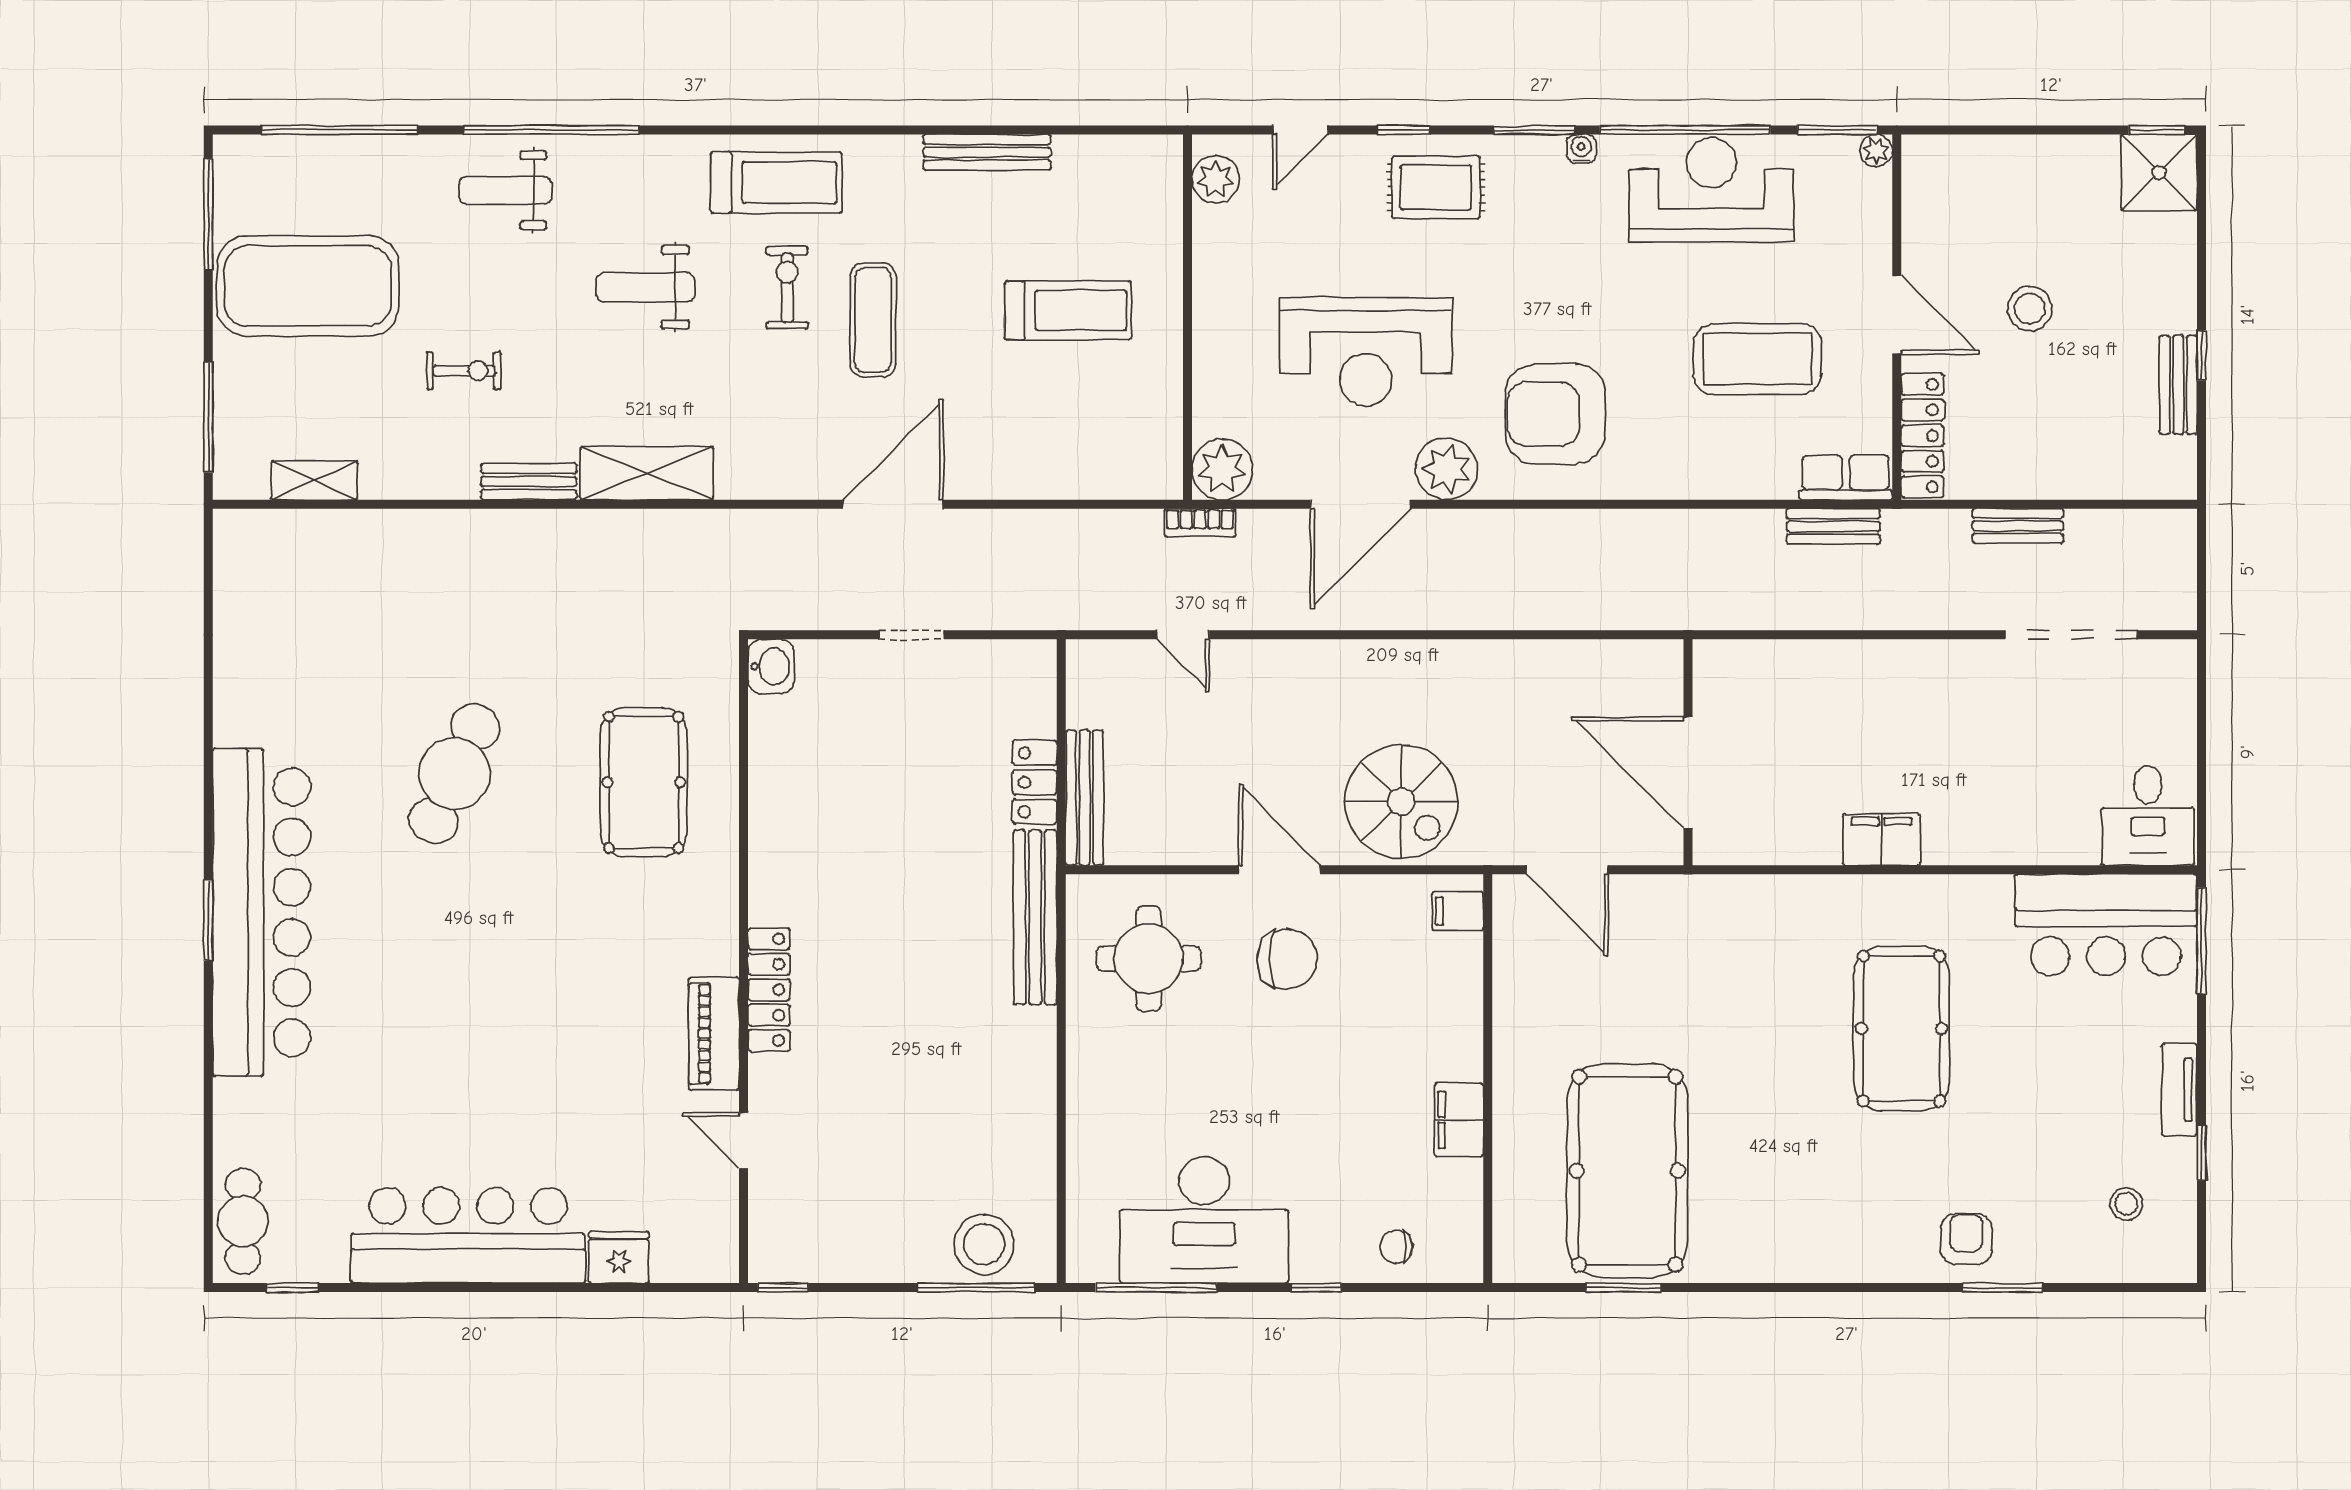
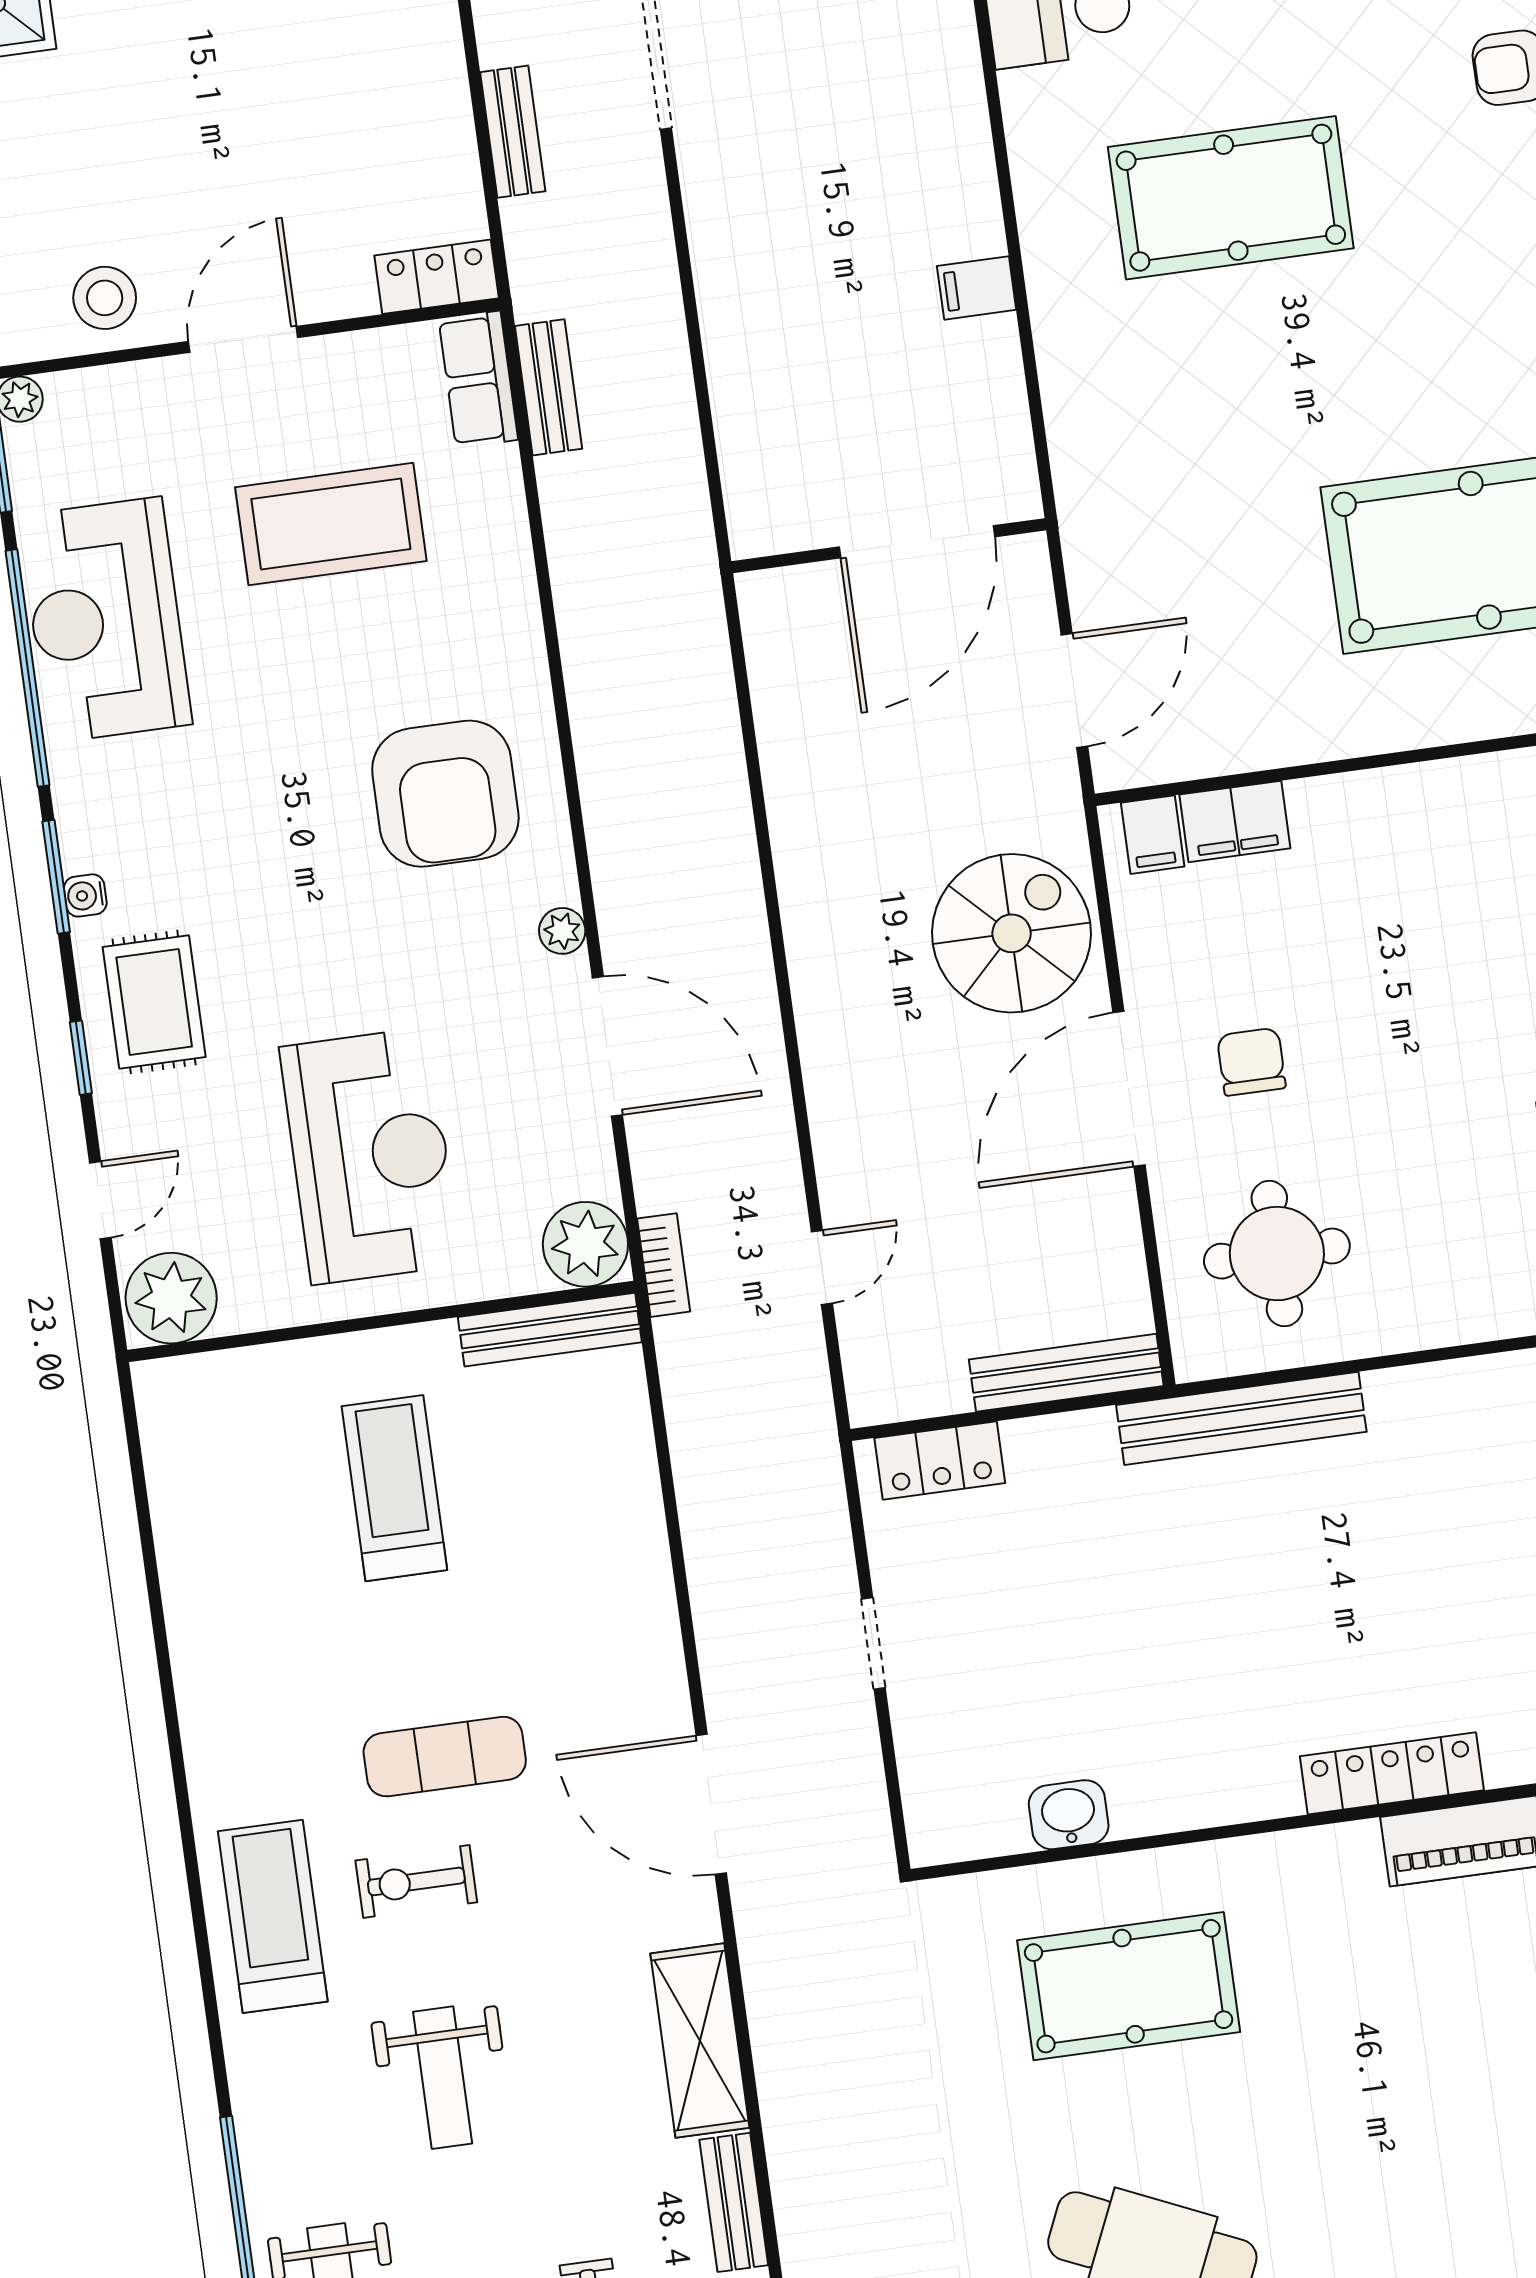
door: (1301, 130) -> (100, 1200), hinge flipped
water cooler: (1581, 149) -> (85, 895), moved
bench: (987, 152) -> (550, 1330), moved, turned 90
plant: (1216, 179) -> (171, 1298), width x1.36, depth x1.36
stool: (2030, 309) -> (105, 298), moved
reception desk: (1366, 352) -> (370, 1156), moved
coffee table: (1757, 359) -> (331, 524), turned 90
locker: (1922, 436) -> (437, 277), width x0.66
plant: (1447, 469) -> (562, 931), width x0.53, depth x0.53
door: (893, 504) -> (711, 1804), moved
washbasin: (771, 666) -> (1069, 1815), moved
locker: (1035, 782) -> (940, 1461), moved
filing cabinet: (1882, 840) -> (977, 288), width x0.50
door: (1280, 870) -> (1129, 1089), width x1.36
chair: (1287, 959) -> (1251, 1062), width x0.73, depth x0.73
filing cabinet: (1459, 1120) -> (1235, 821), moved

